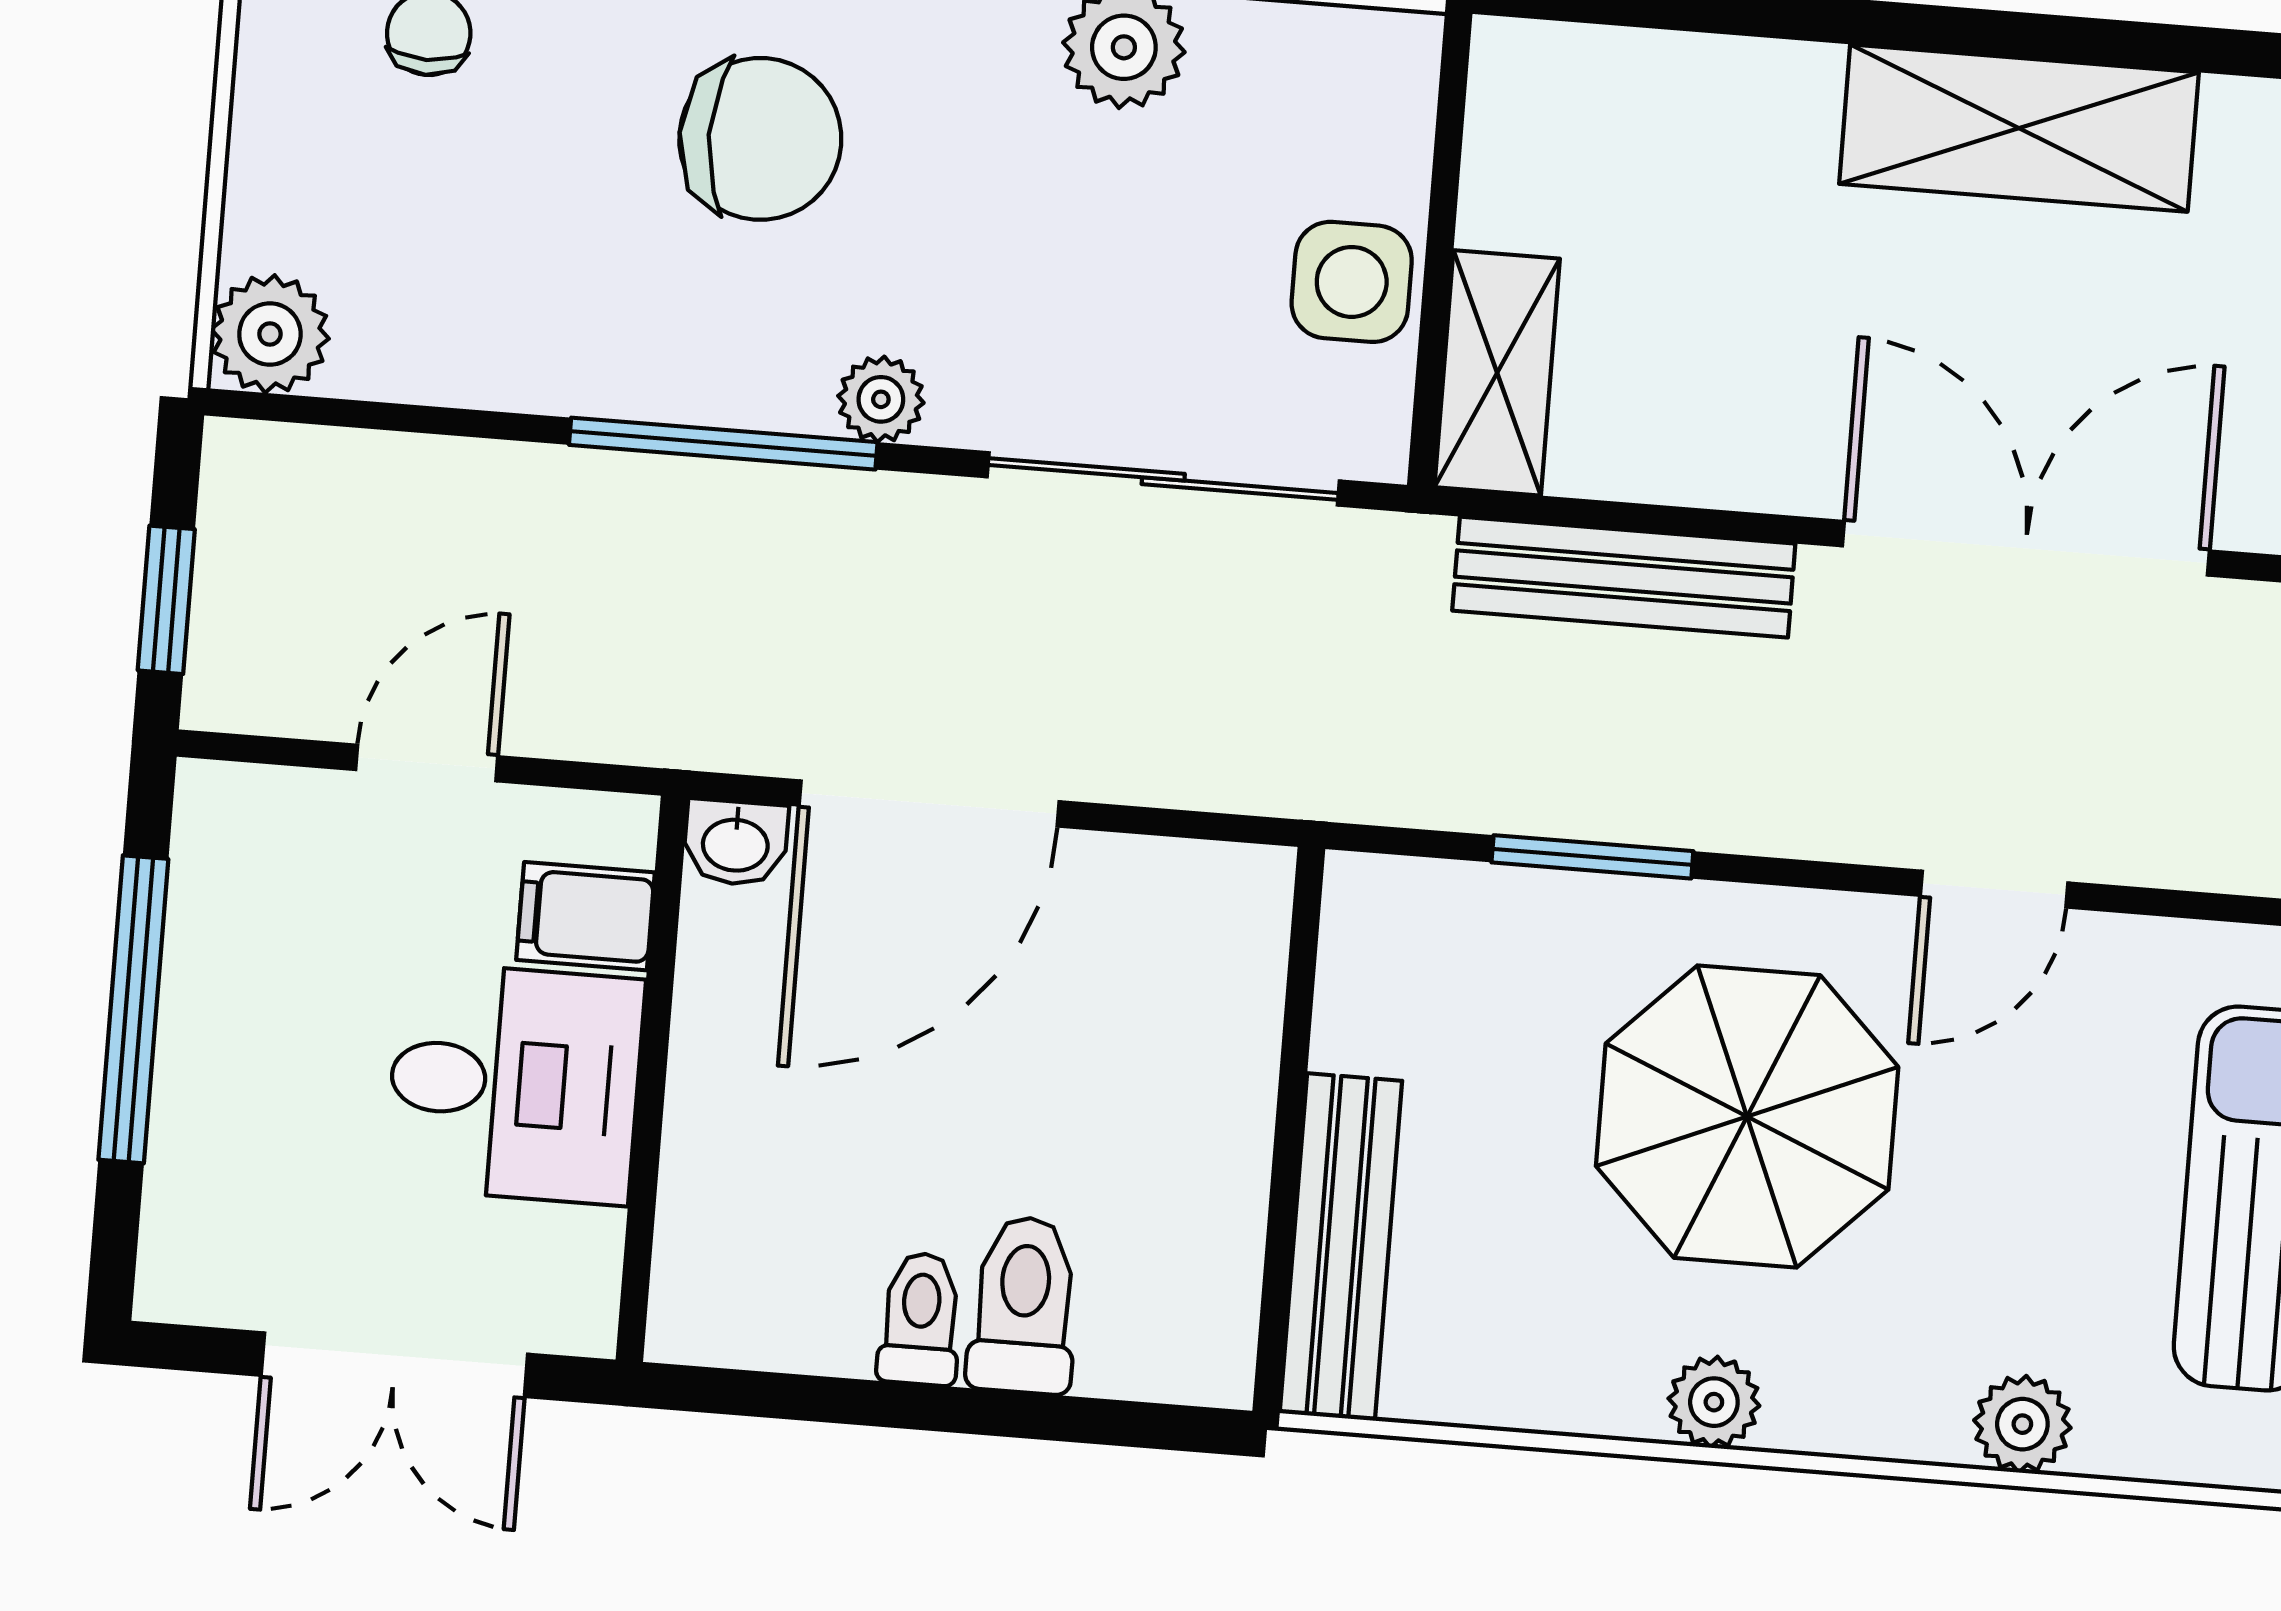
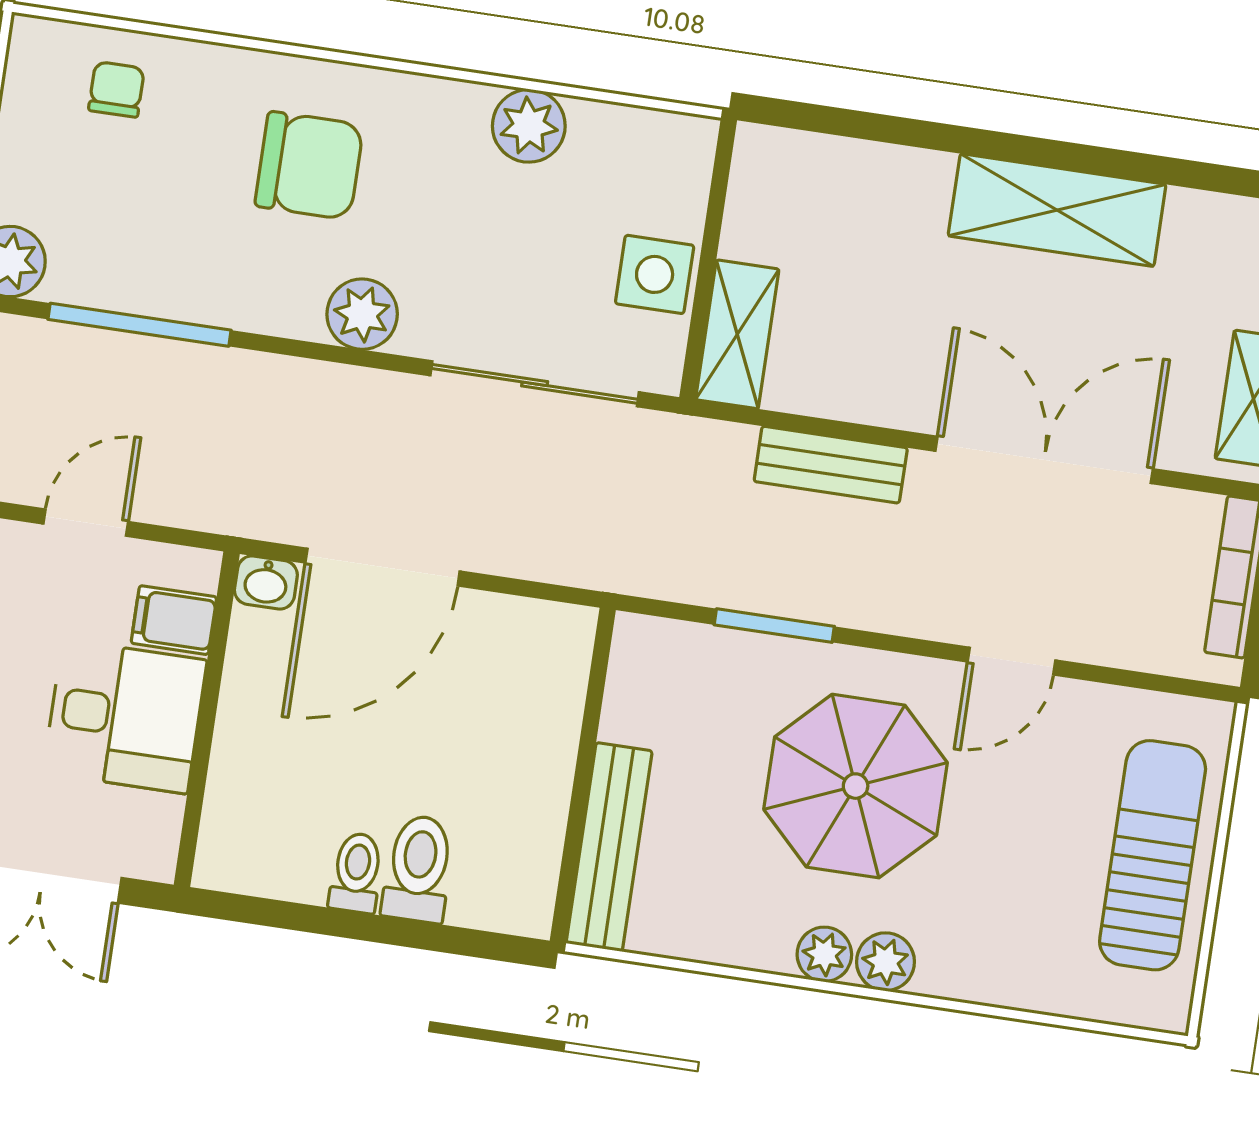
plant: (881, 399) -> (362, 314), width x1.38, depth x1.38
window: (723, 444) -> (139, 325), moved
bench: (1624, 577) -> (831, 465), width x0.73
plant: (2022, 1424) -> (886, 962), moved

